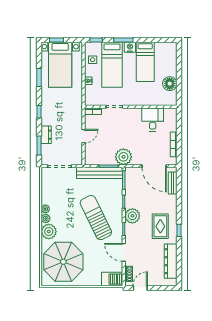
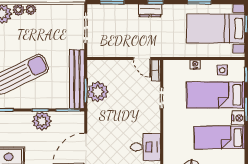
dresser: (46, 135) -> (150, 10), moved
door: (83, 136) -> (142, 58), moved
plant: (123, 157) -> (98, 92), moved
plant: (132, 216) -> (42, 121), moved

